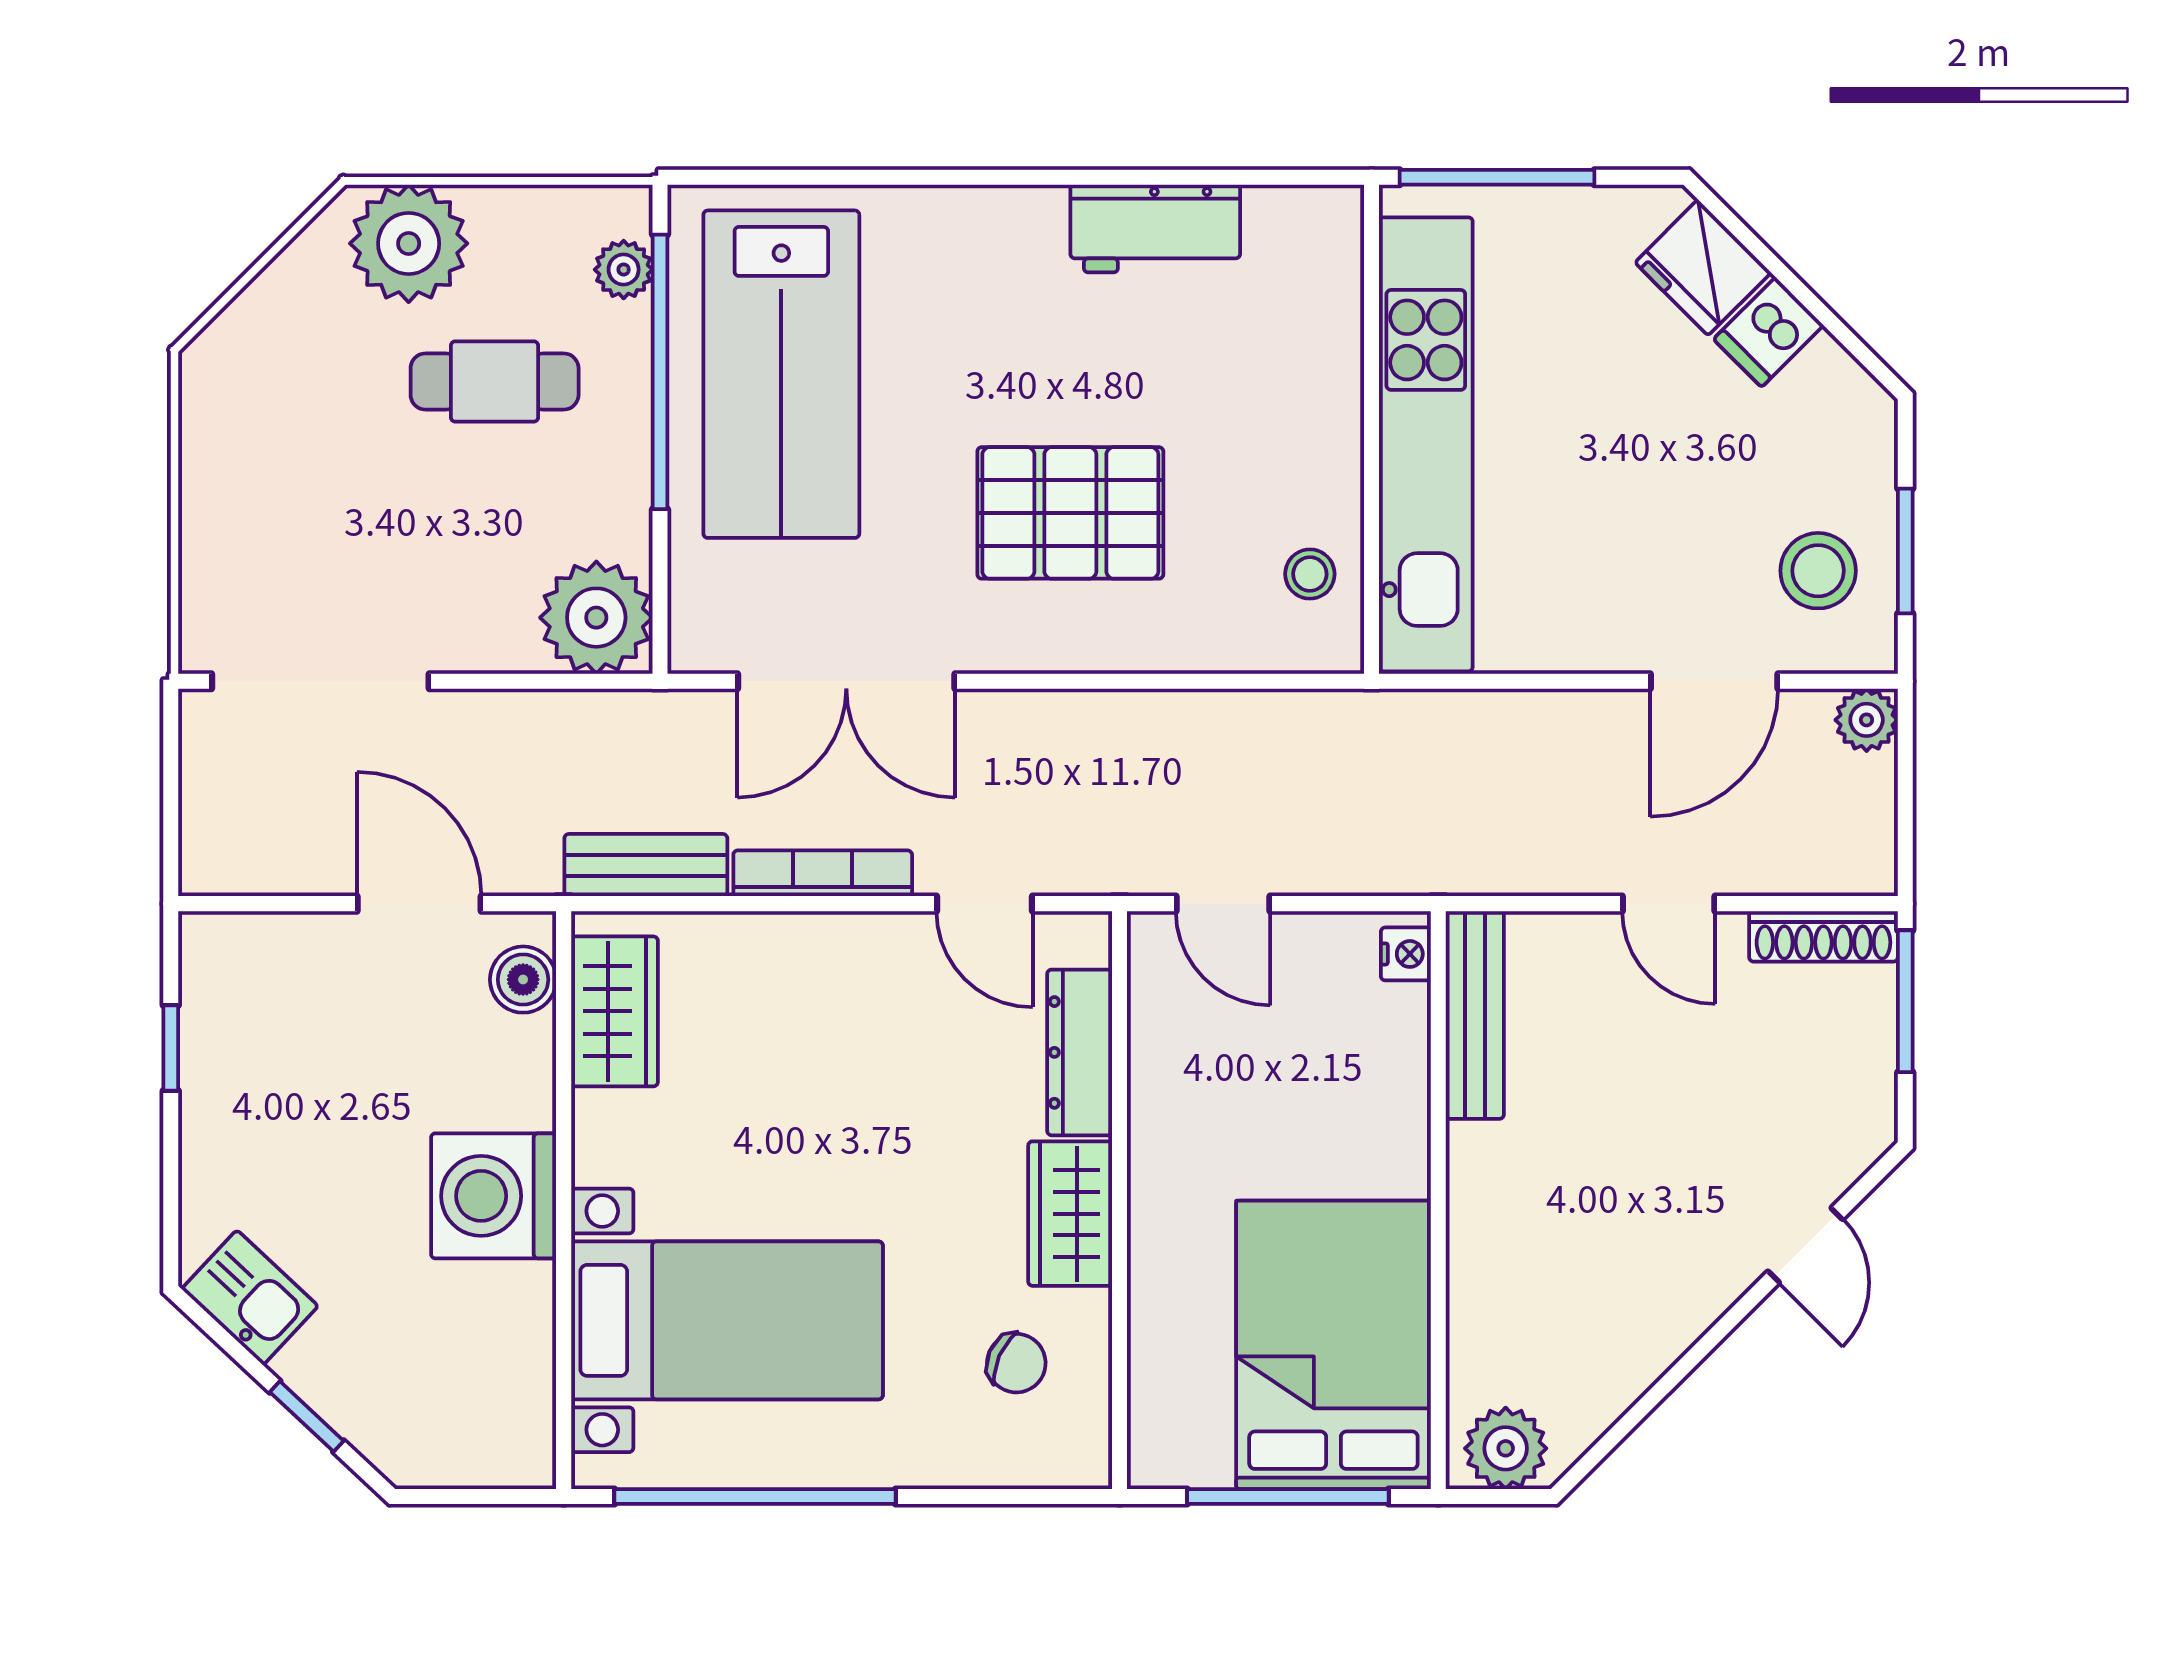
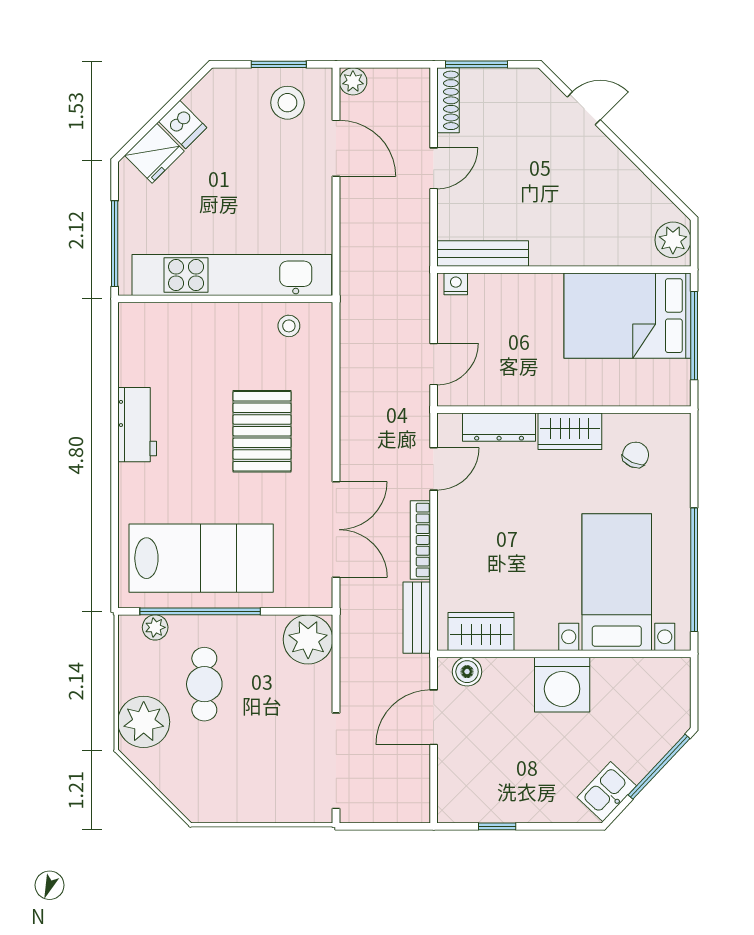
workbench: (1155, 229) -> (137, 425), moved
window: (307, 1416) -> (659, 767), width x2.17

